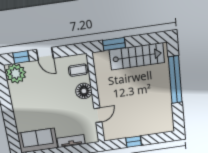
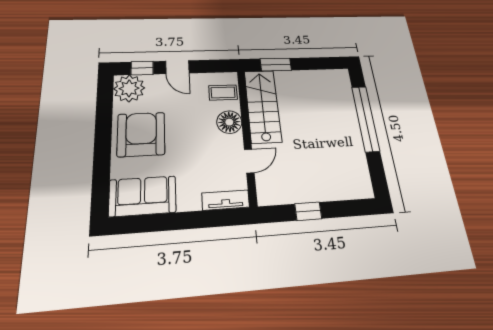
stairs: (137, 56) -> (263, 106), moved, turned -90
armchair: (30, 104) -> (141, 134), added
tv unit: (71, 141) -> (226, 200), moved

